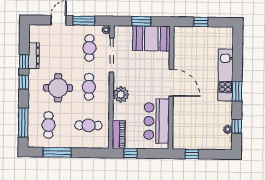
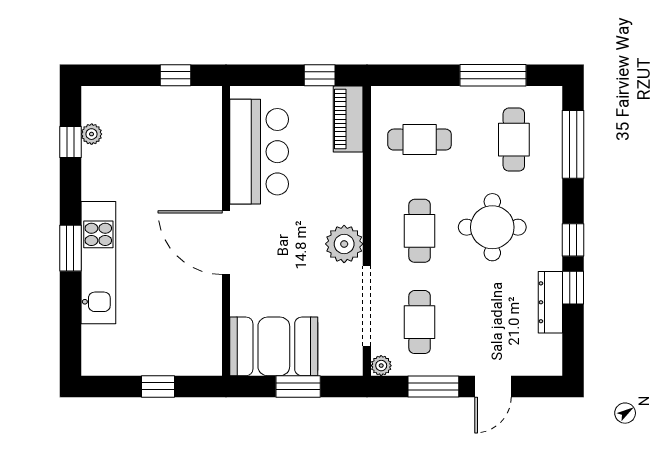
window: (237, 91) -> (70, 248), moved
plant: (121, 95) -> (344, 244), moved

